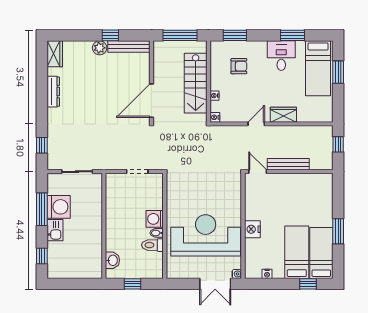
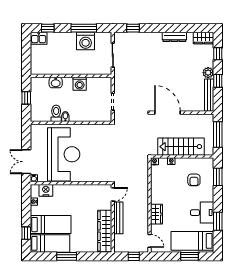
window: (75, 35) -> (218, 54), added
door: (256, 124) -> (149, 241), moved
wardrobe: (305, 182) -> (105, 231), added
washing machine: (155, 219) -> (80, 84), moved, turned 180
nightstand: (252, 229) -> (46, 190), moved
kitchen sink: (55, 230) -> (39, 38), moved
washbasin: (112, 260) -> (56, 83), moved

